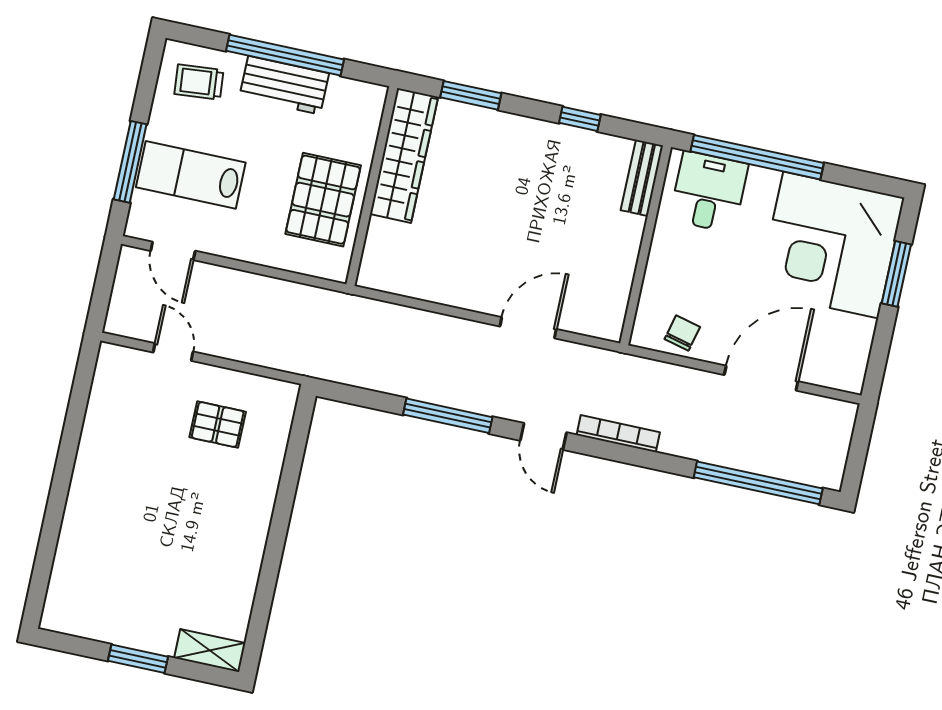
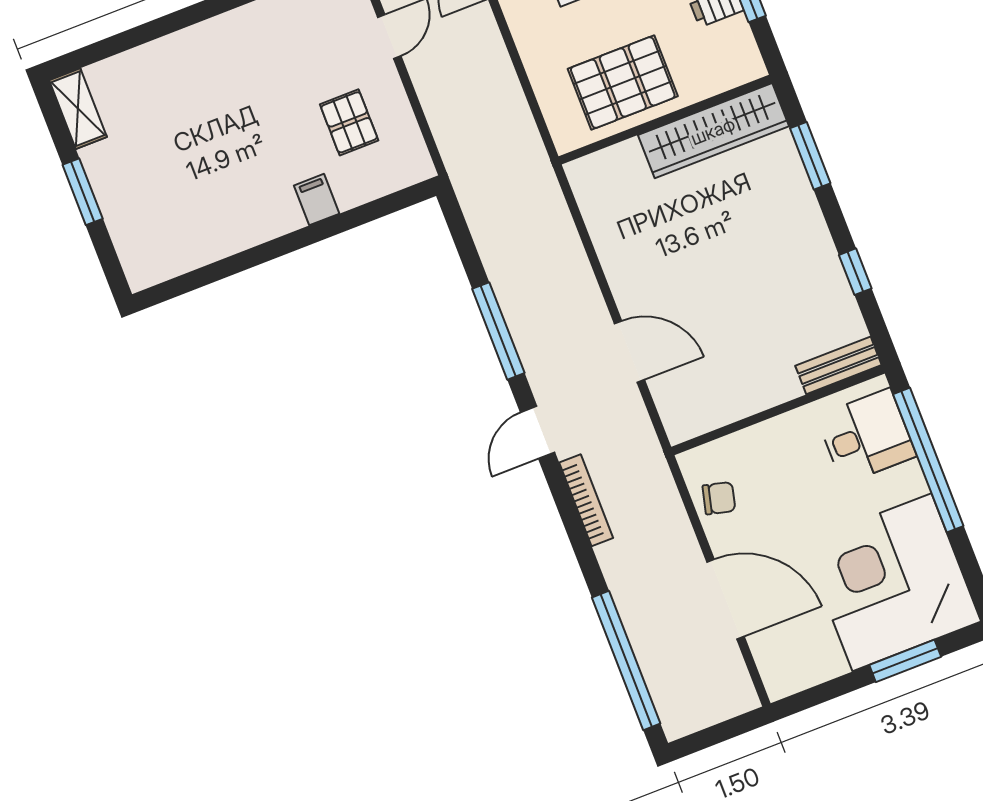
filing cabinet: (259, 487) -> (317, 200), added
shelving: (210, 651) -> (78, 109), moved

